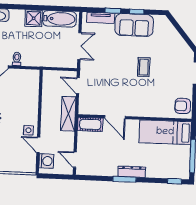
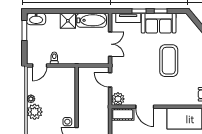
coffee table: (144, 67) -> (169, 61), width x1.86, depth x1.72
plant: (86, 107) -> (118, 99), added
shelving: (68, 114) -> (103, 105), removed

